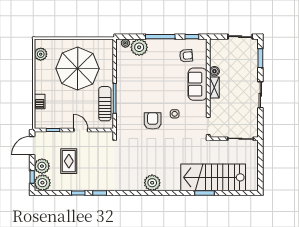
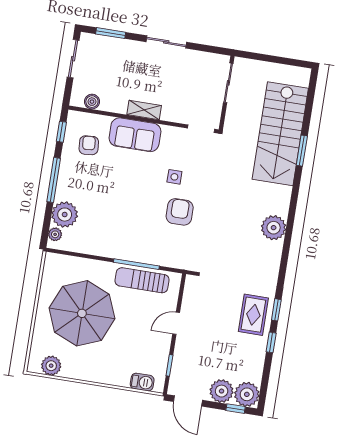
boiler: (214, 71) -> (92, 102), moved
barbecue: (40, 102) -> (142, 382), moved
armchair: (153, 121) -> (180, 212), turned 90
rug: (69, 161) -> (253, 315), moved, turned 90

